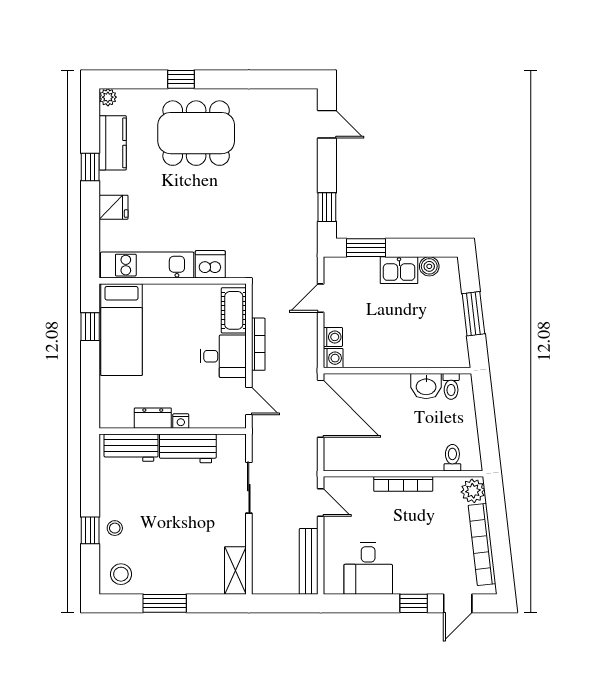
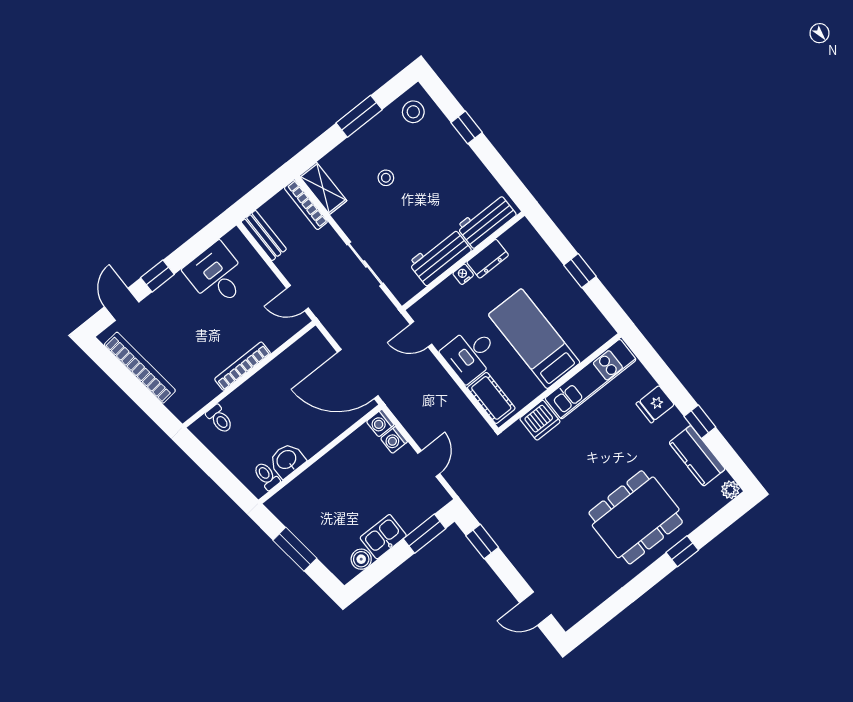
window: (90, 327) -> (580, 271), moved
bed: (121, 330) -> (534, 339), moved
bookcase: (258, 344) -> (306, 205), moved
plant: (473, 491) -> (182, 405), removed
stool: (115, 528) -> (386, 178), moved
bench: (309, 561) -> (264, 236), width x0.73

